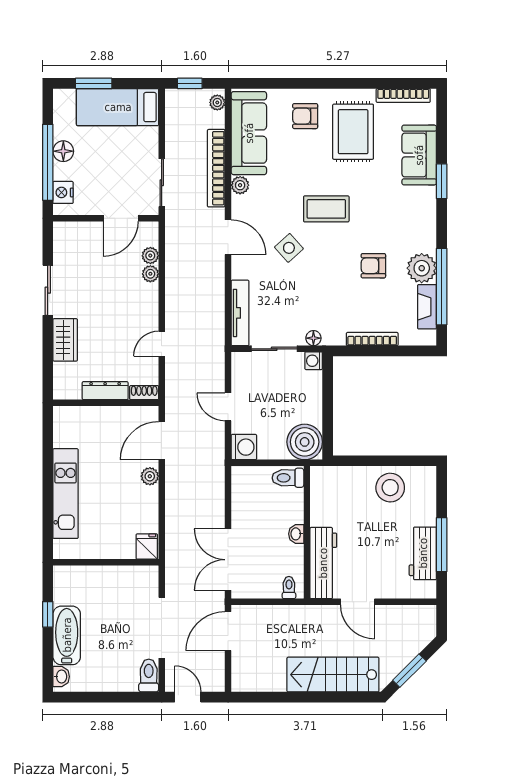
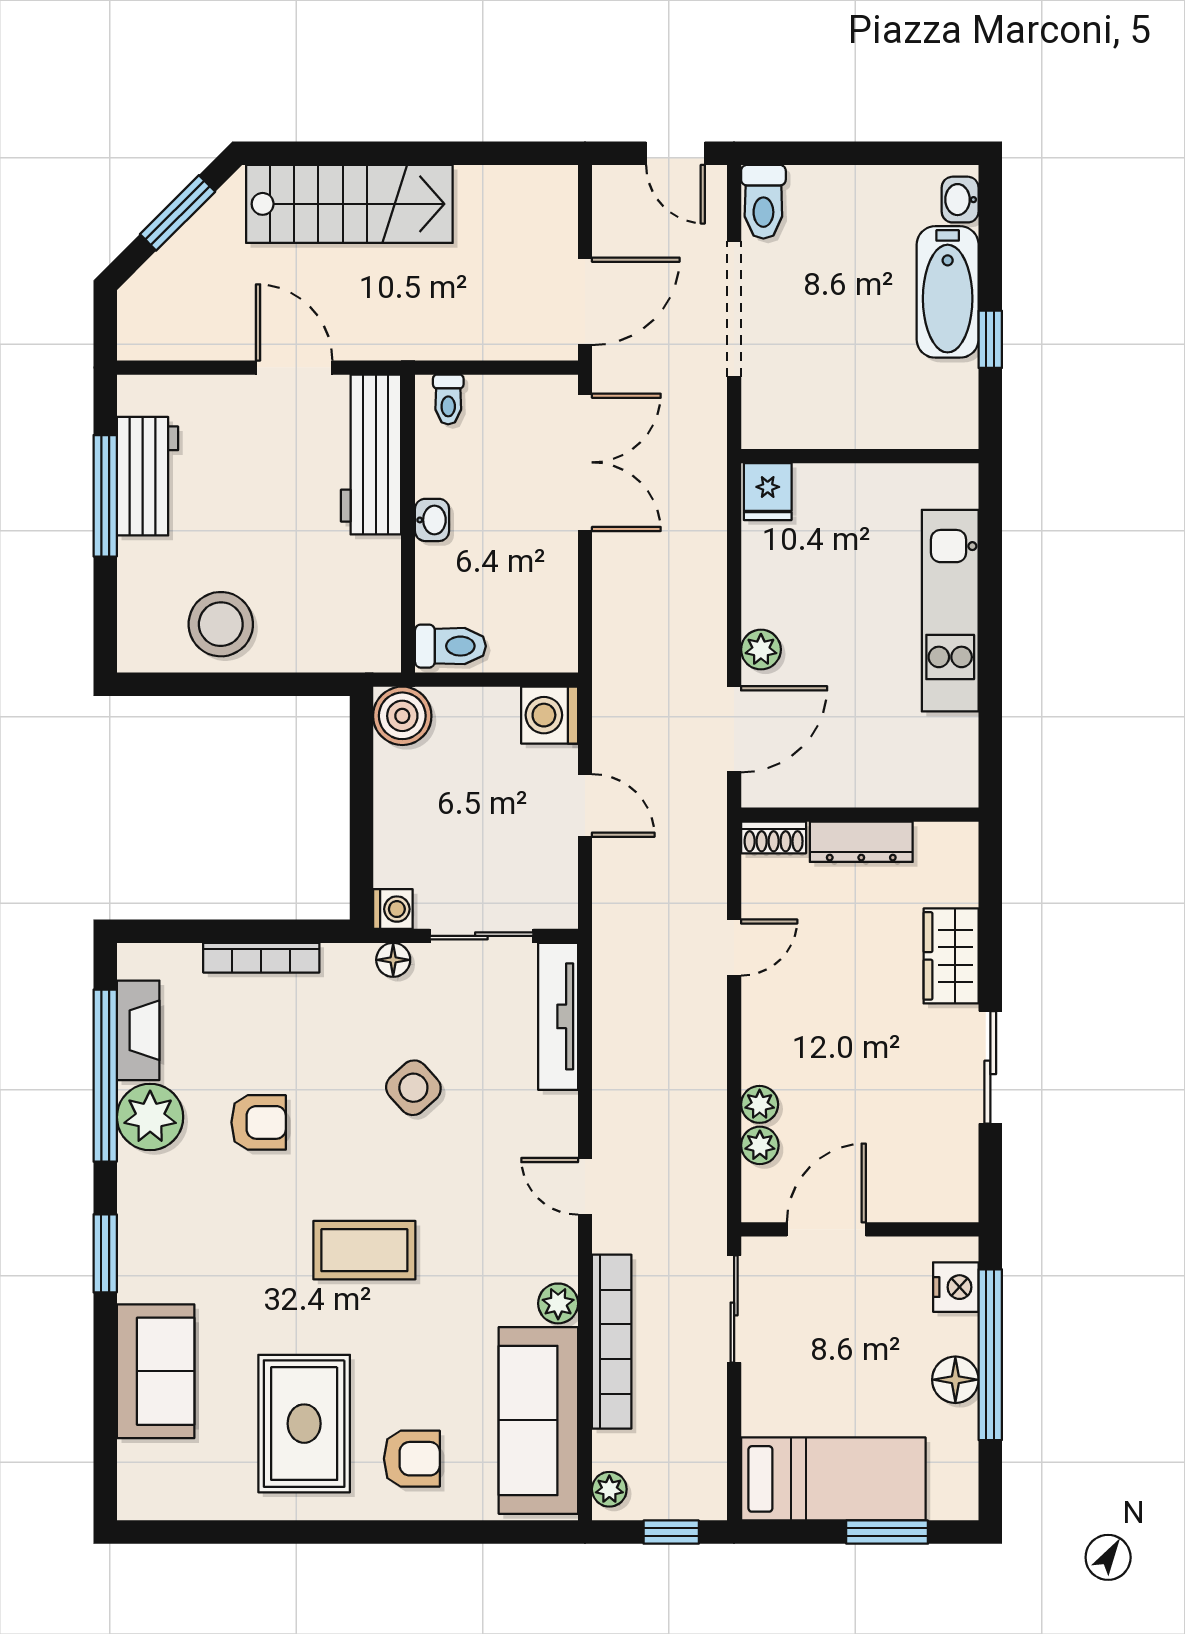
bookcase: (403, 95) -> (192, 1505), removed
window: (442, 181) -> (105, 1253), moved
door: (228, 237) -> (585, 1186), width x0.73
side table: (289, 248) -> (413, 1088), moved
boiler: (305, 442) -> (402, 716), width x0.73, depth x0.73

